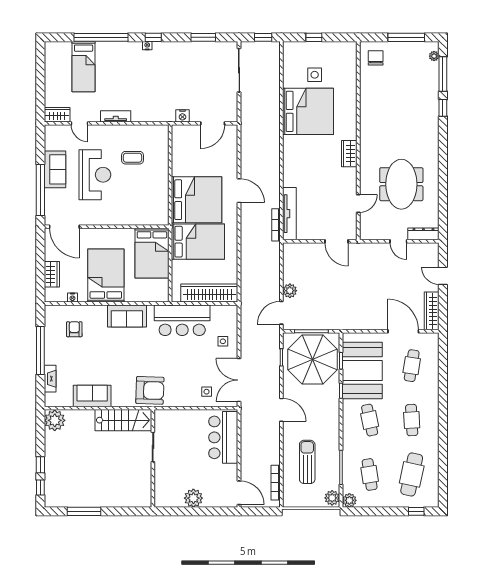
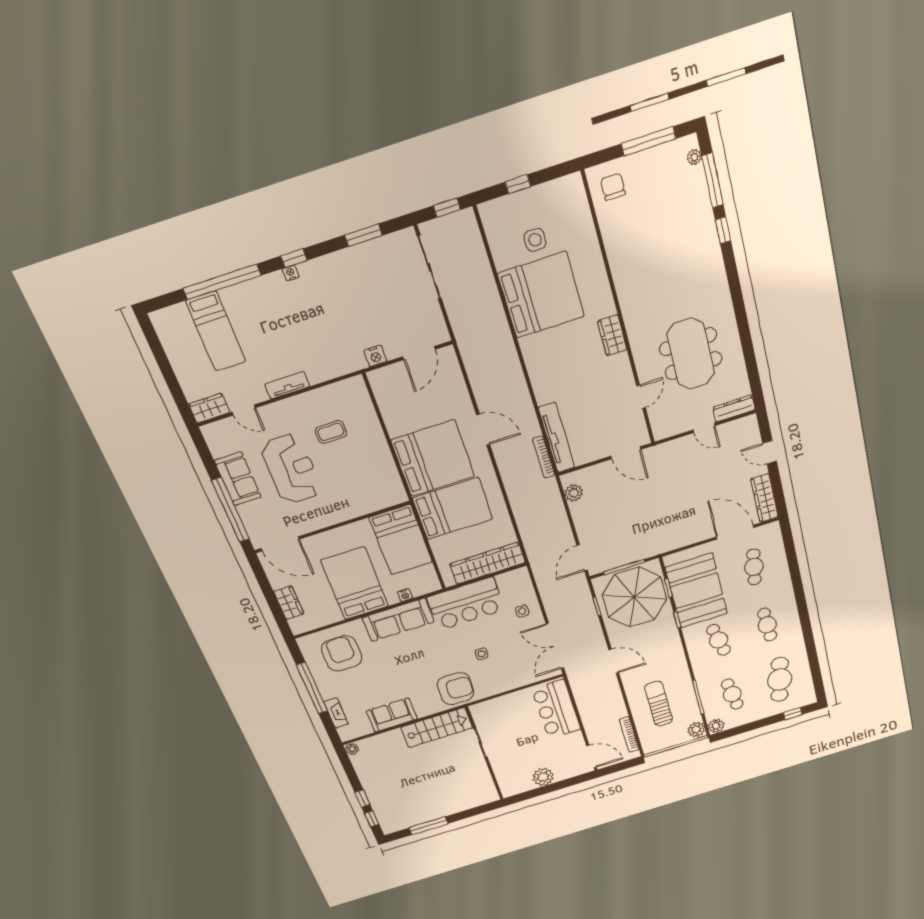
plant: (290, 291) -> (574, 493), moved
nightstand: (72, 298) -> (405, 595), moved
sofa: (127, 316) -> (398, 620), width x1.36
armchair: (74, 329) -> (342, 653), width x1.88, depth x1.88
side table: (207, 392) -> (482, 654), moved
plant: (55, 420) -> (352, 749), width x0.53, depth x0.53

